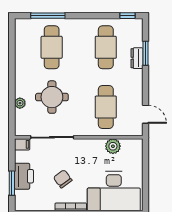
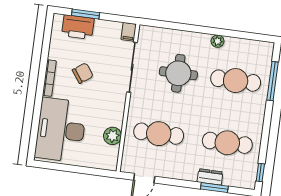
plant: (20, 103) -> (218, 41), moved
printer: (24, 176) -> (78, 27), moved

